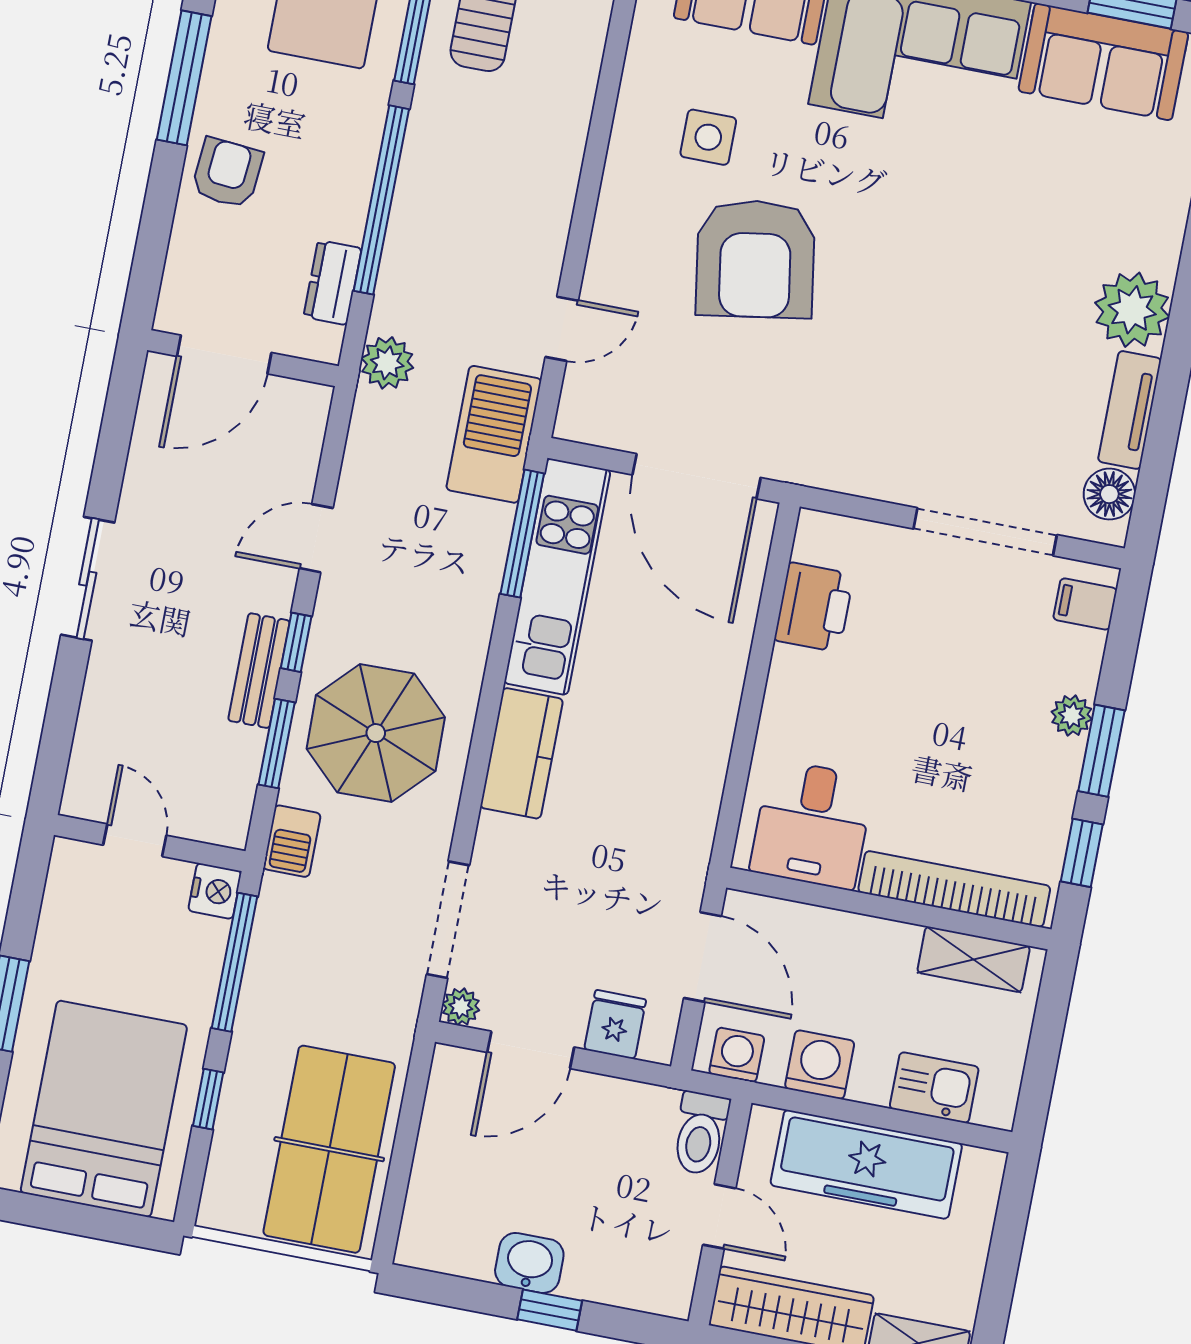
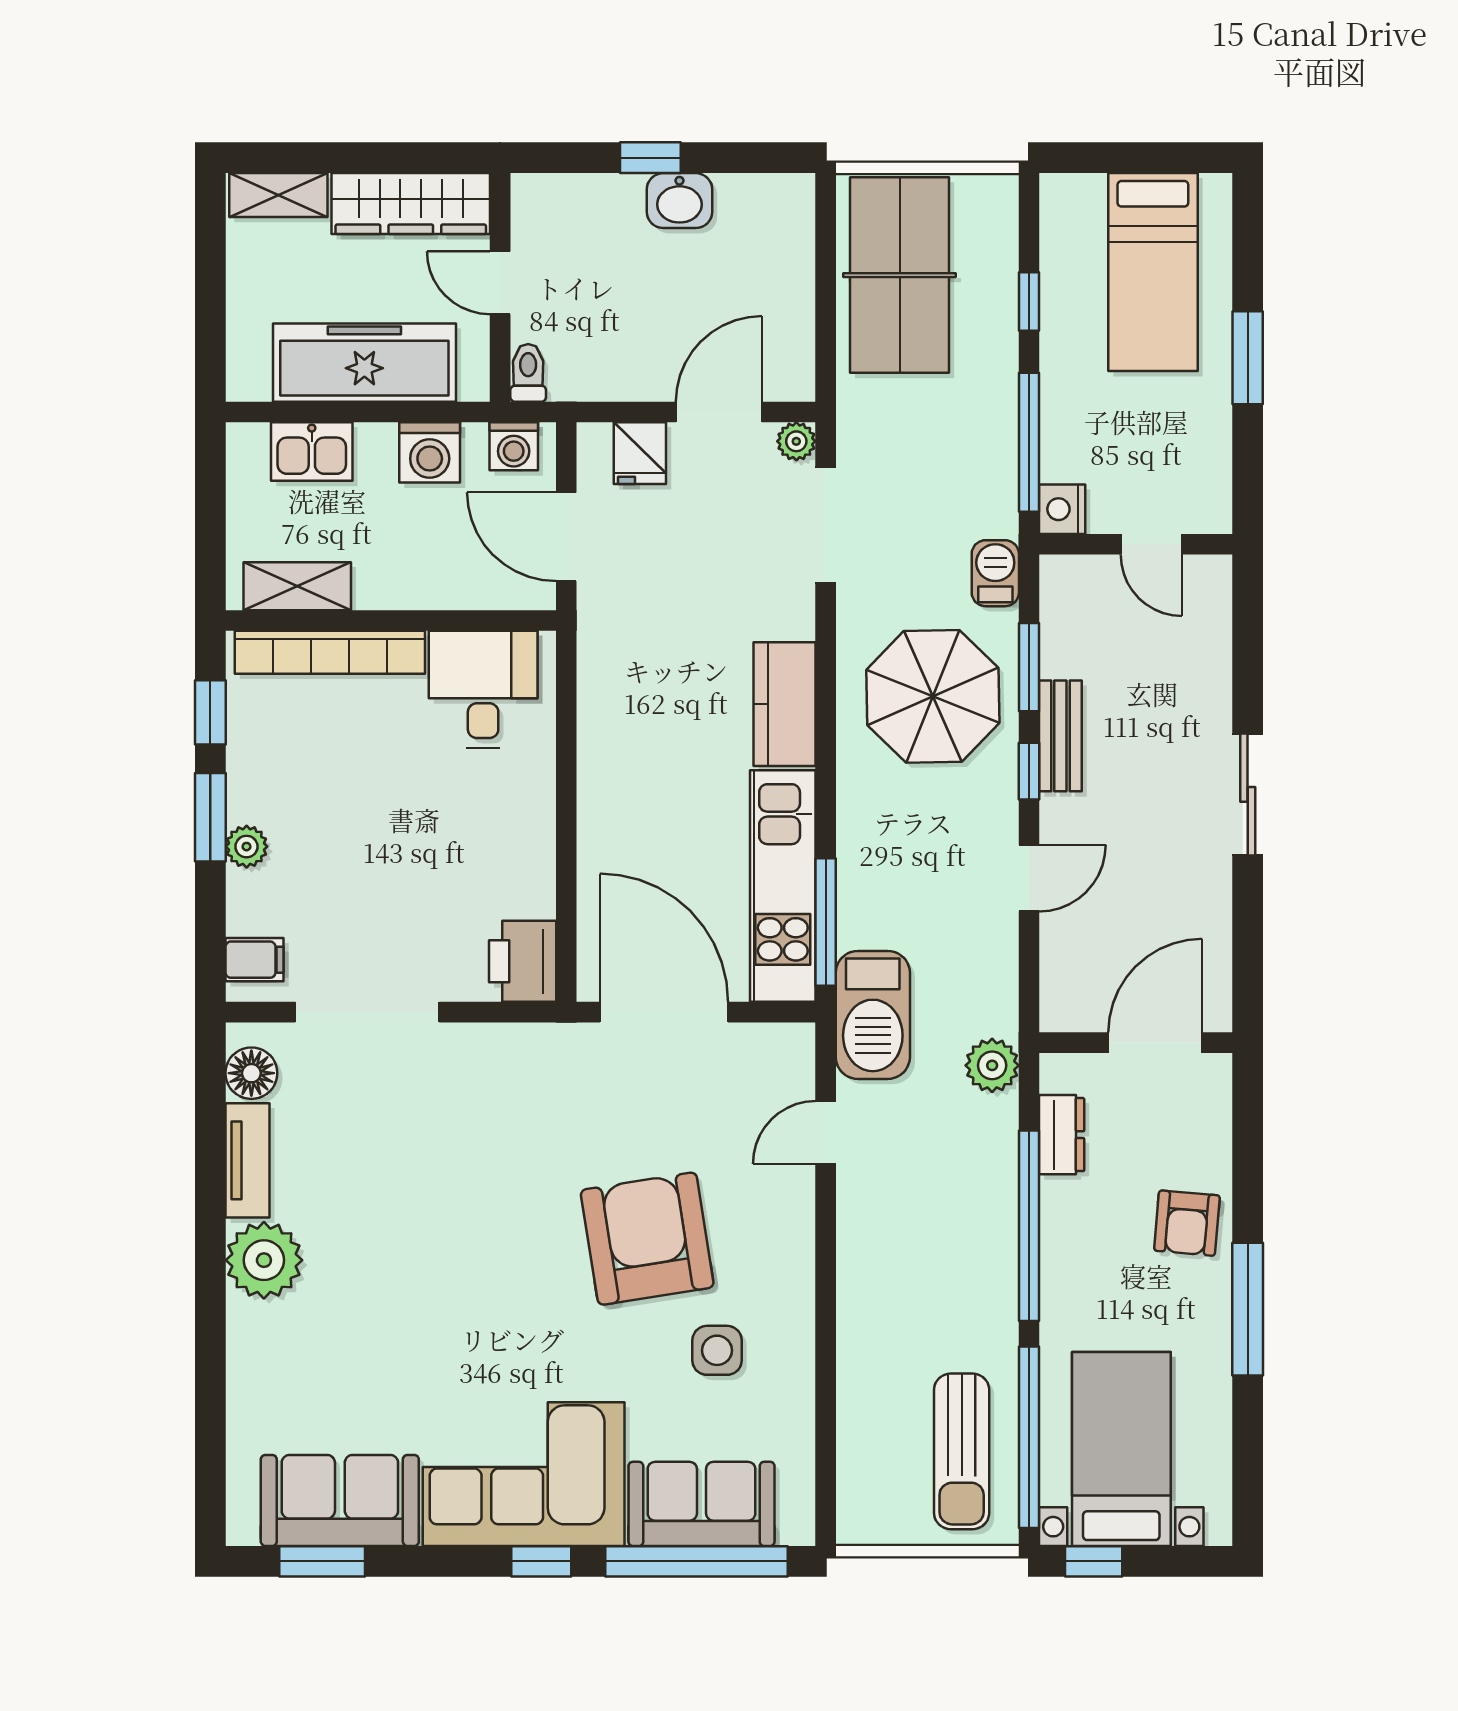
printer: (814, 607) -> (523, 961), moved
bed: (104, 1109) -> (1153, 272), width x0.67
toilet: (700, 1133) -> (528, 373), width x0.73, depth x0.72

